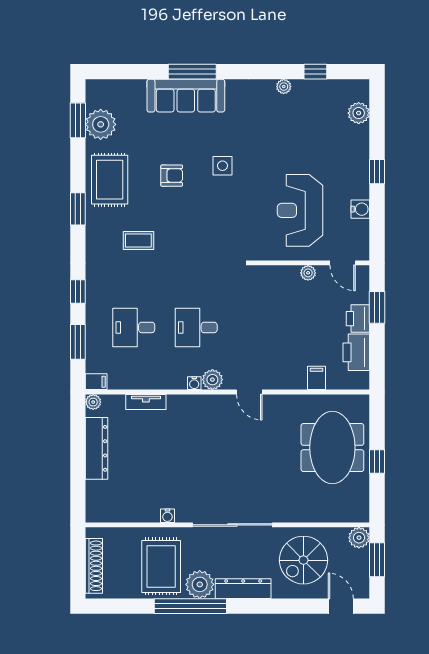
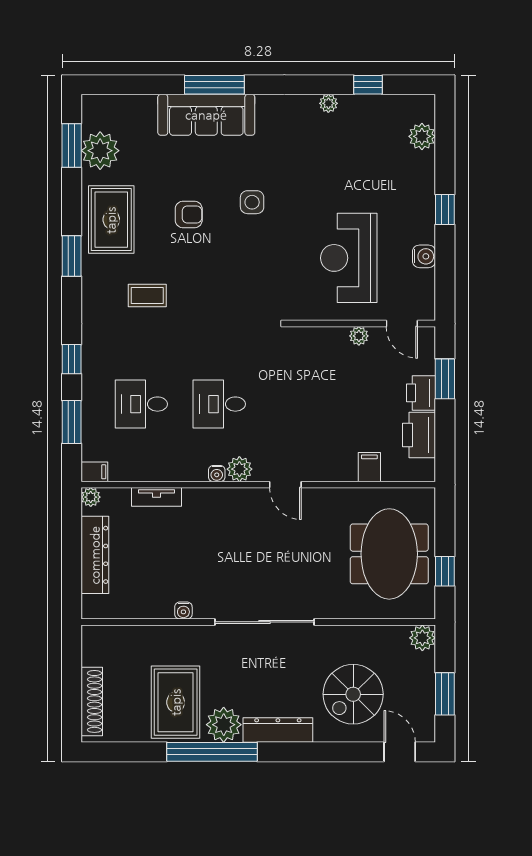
water cooler: (167, 516) -> (183, 611), moved
wall: (227, 525) -> (258, 622), moved
sliding door: (232, 525) -> (265, 622), moved
plant: (359, 538) -> (422, 638), moved

